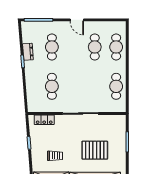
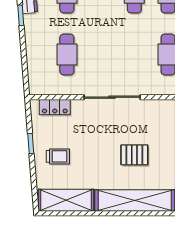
pallet: (95, 150) -> (134, 155), width x0.67, depth x0.71
trolley: (55, 156) -> (58, 156), moved

